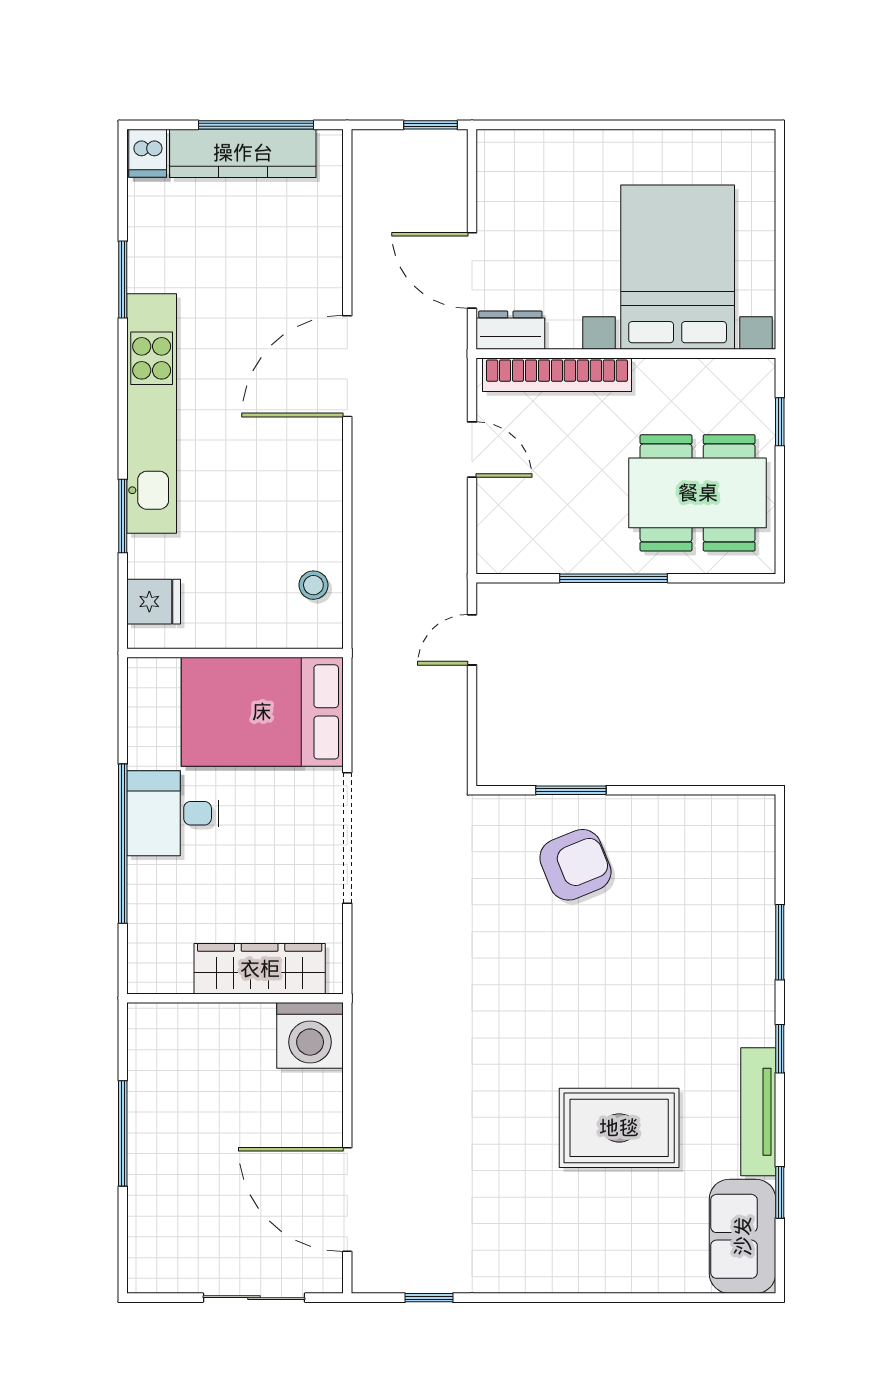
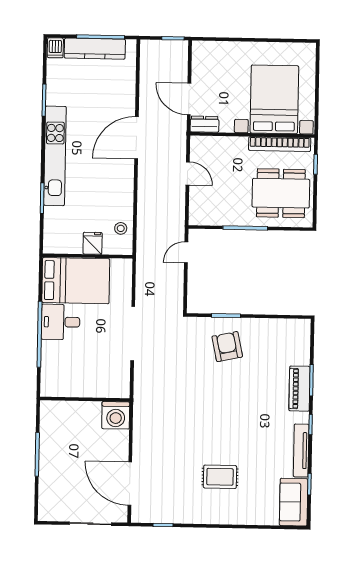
bookcase: (557, 375) -> (280, 144), moved
fridge: (154, 602) -> (93, 243), moved, turned -90
bed: (262, 712) -> (76, 281), moved, turned 180
armchair: (575, 865) -> (227, 347), turned -80
piano: (751, 963) -> (299, 389), added
wardrobe: (260, 969) -> (95, 387), removed
rug: (619, 1128) -> (220, 477), moved, width x0.73, depth x0.70

